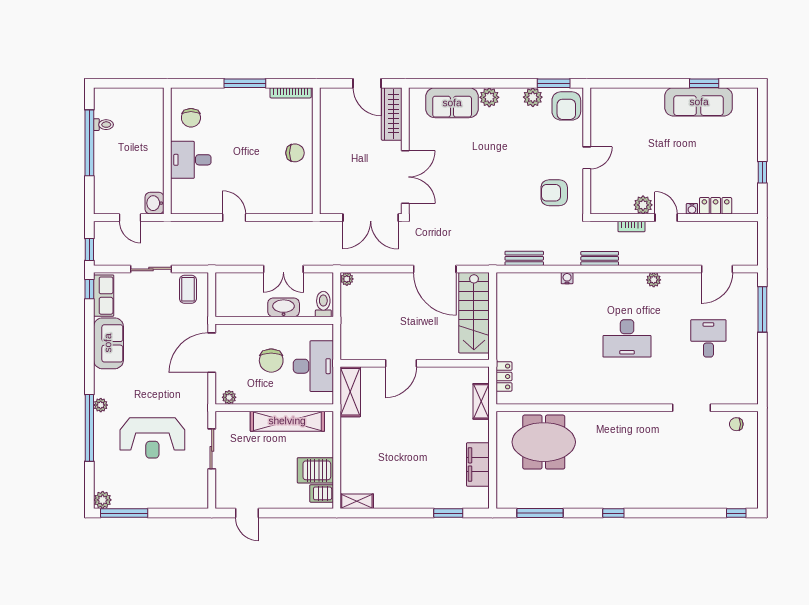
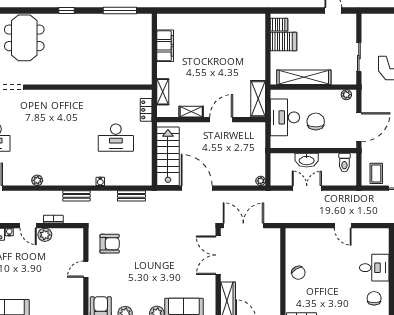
chair: (295, 153) -> (298, 273), turned -120
toilet: (323, 304) -> (344, 163), moved
desk: (627, 338) -> (116, 138), moved, turned 180
meeting table: (544, 442) -> (24, 38), moved, turned 90
shelving: (357, 501) -> (191, 112), moved
window: (448, 513) -> (187, 10), removed

